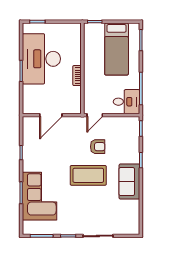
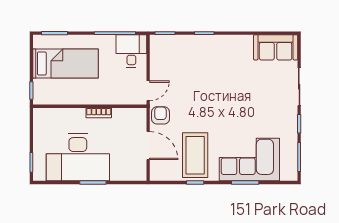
door: (95, 115) -> (148, 91), hinge flipped
armchair: (98, 147) -> (160, 115), moved
coffee table: (88, 175) -> (195, 155), moved
sofa: (129, 182) -> (276, 47), moved

